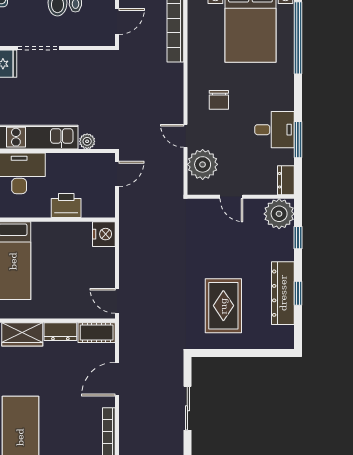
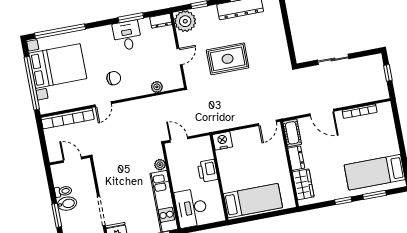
door: (186, 136) -> (103, 104), moved
plant: (203, 164) -> (157, 87), width x0.53, depth x0.53
rug: (223, 306) -> (228, 59), moved

